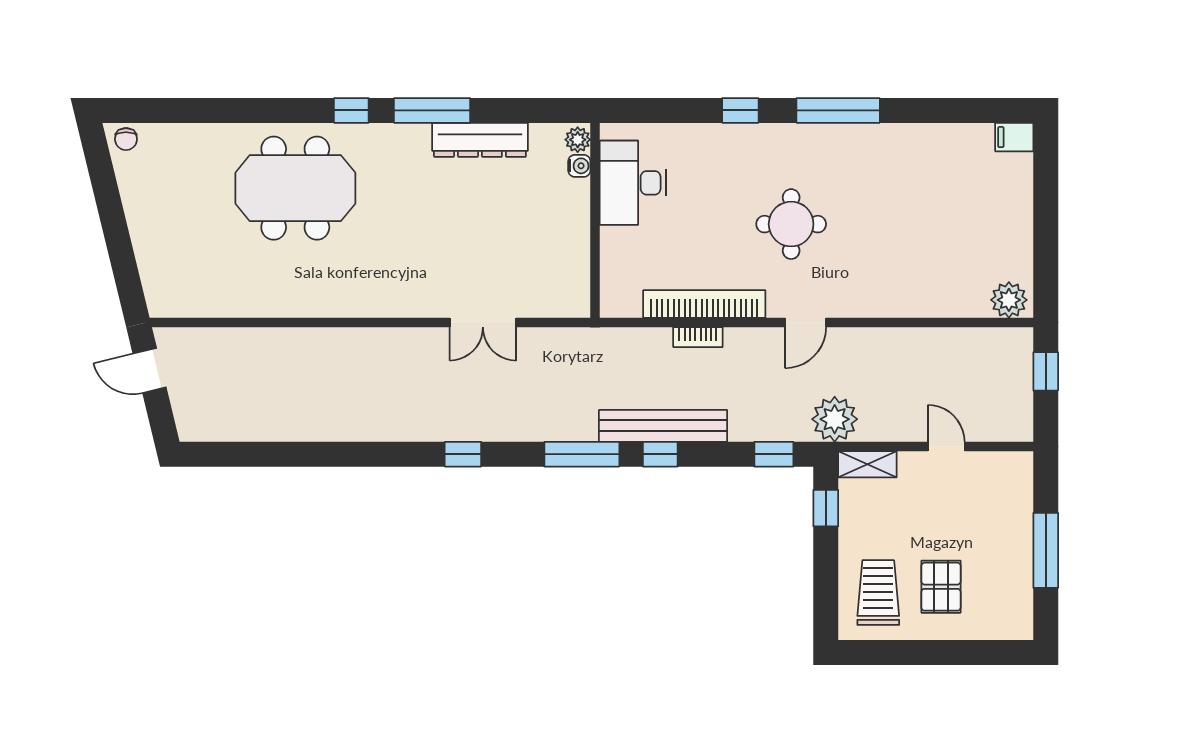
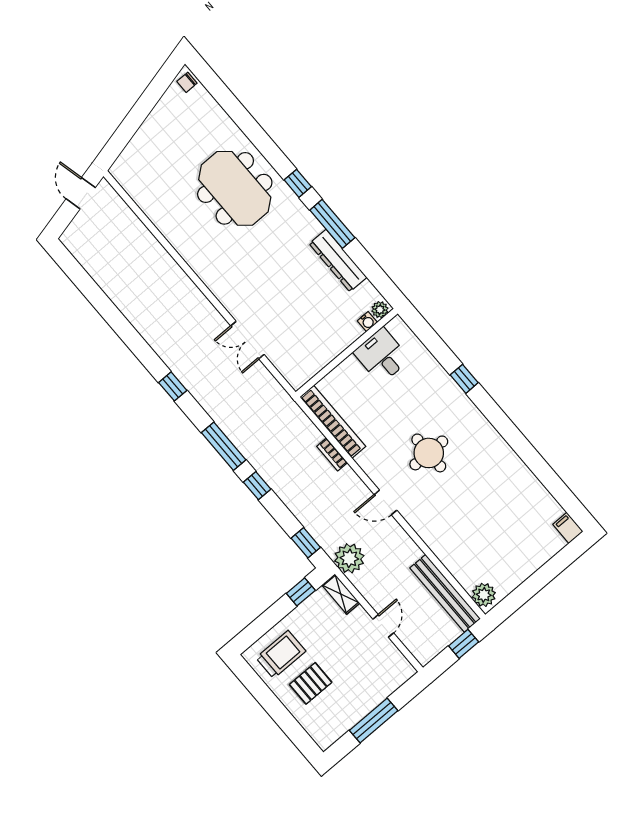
window: (838, 110) -> (506, 428), removed
desk: (633, 183) -> (382, 356), width x0.73
bookcase: (704, 304) -> (333, 422), moved
bench: (663, 426) -> (445, 593), moved

